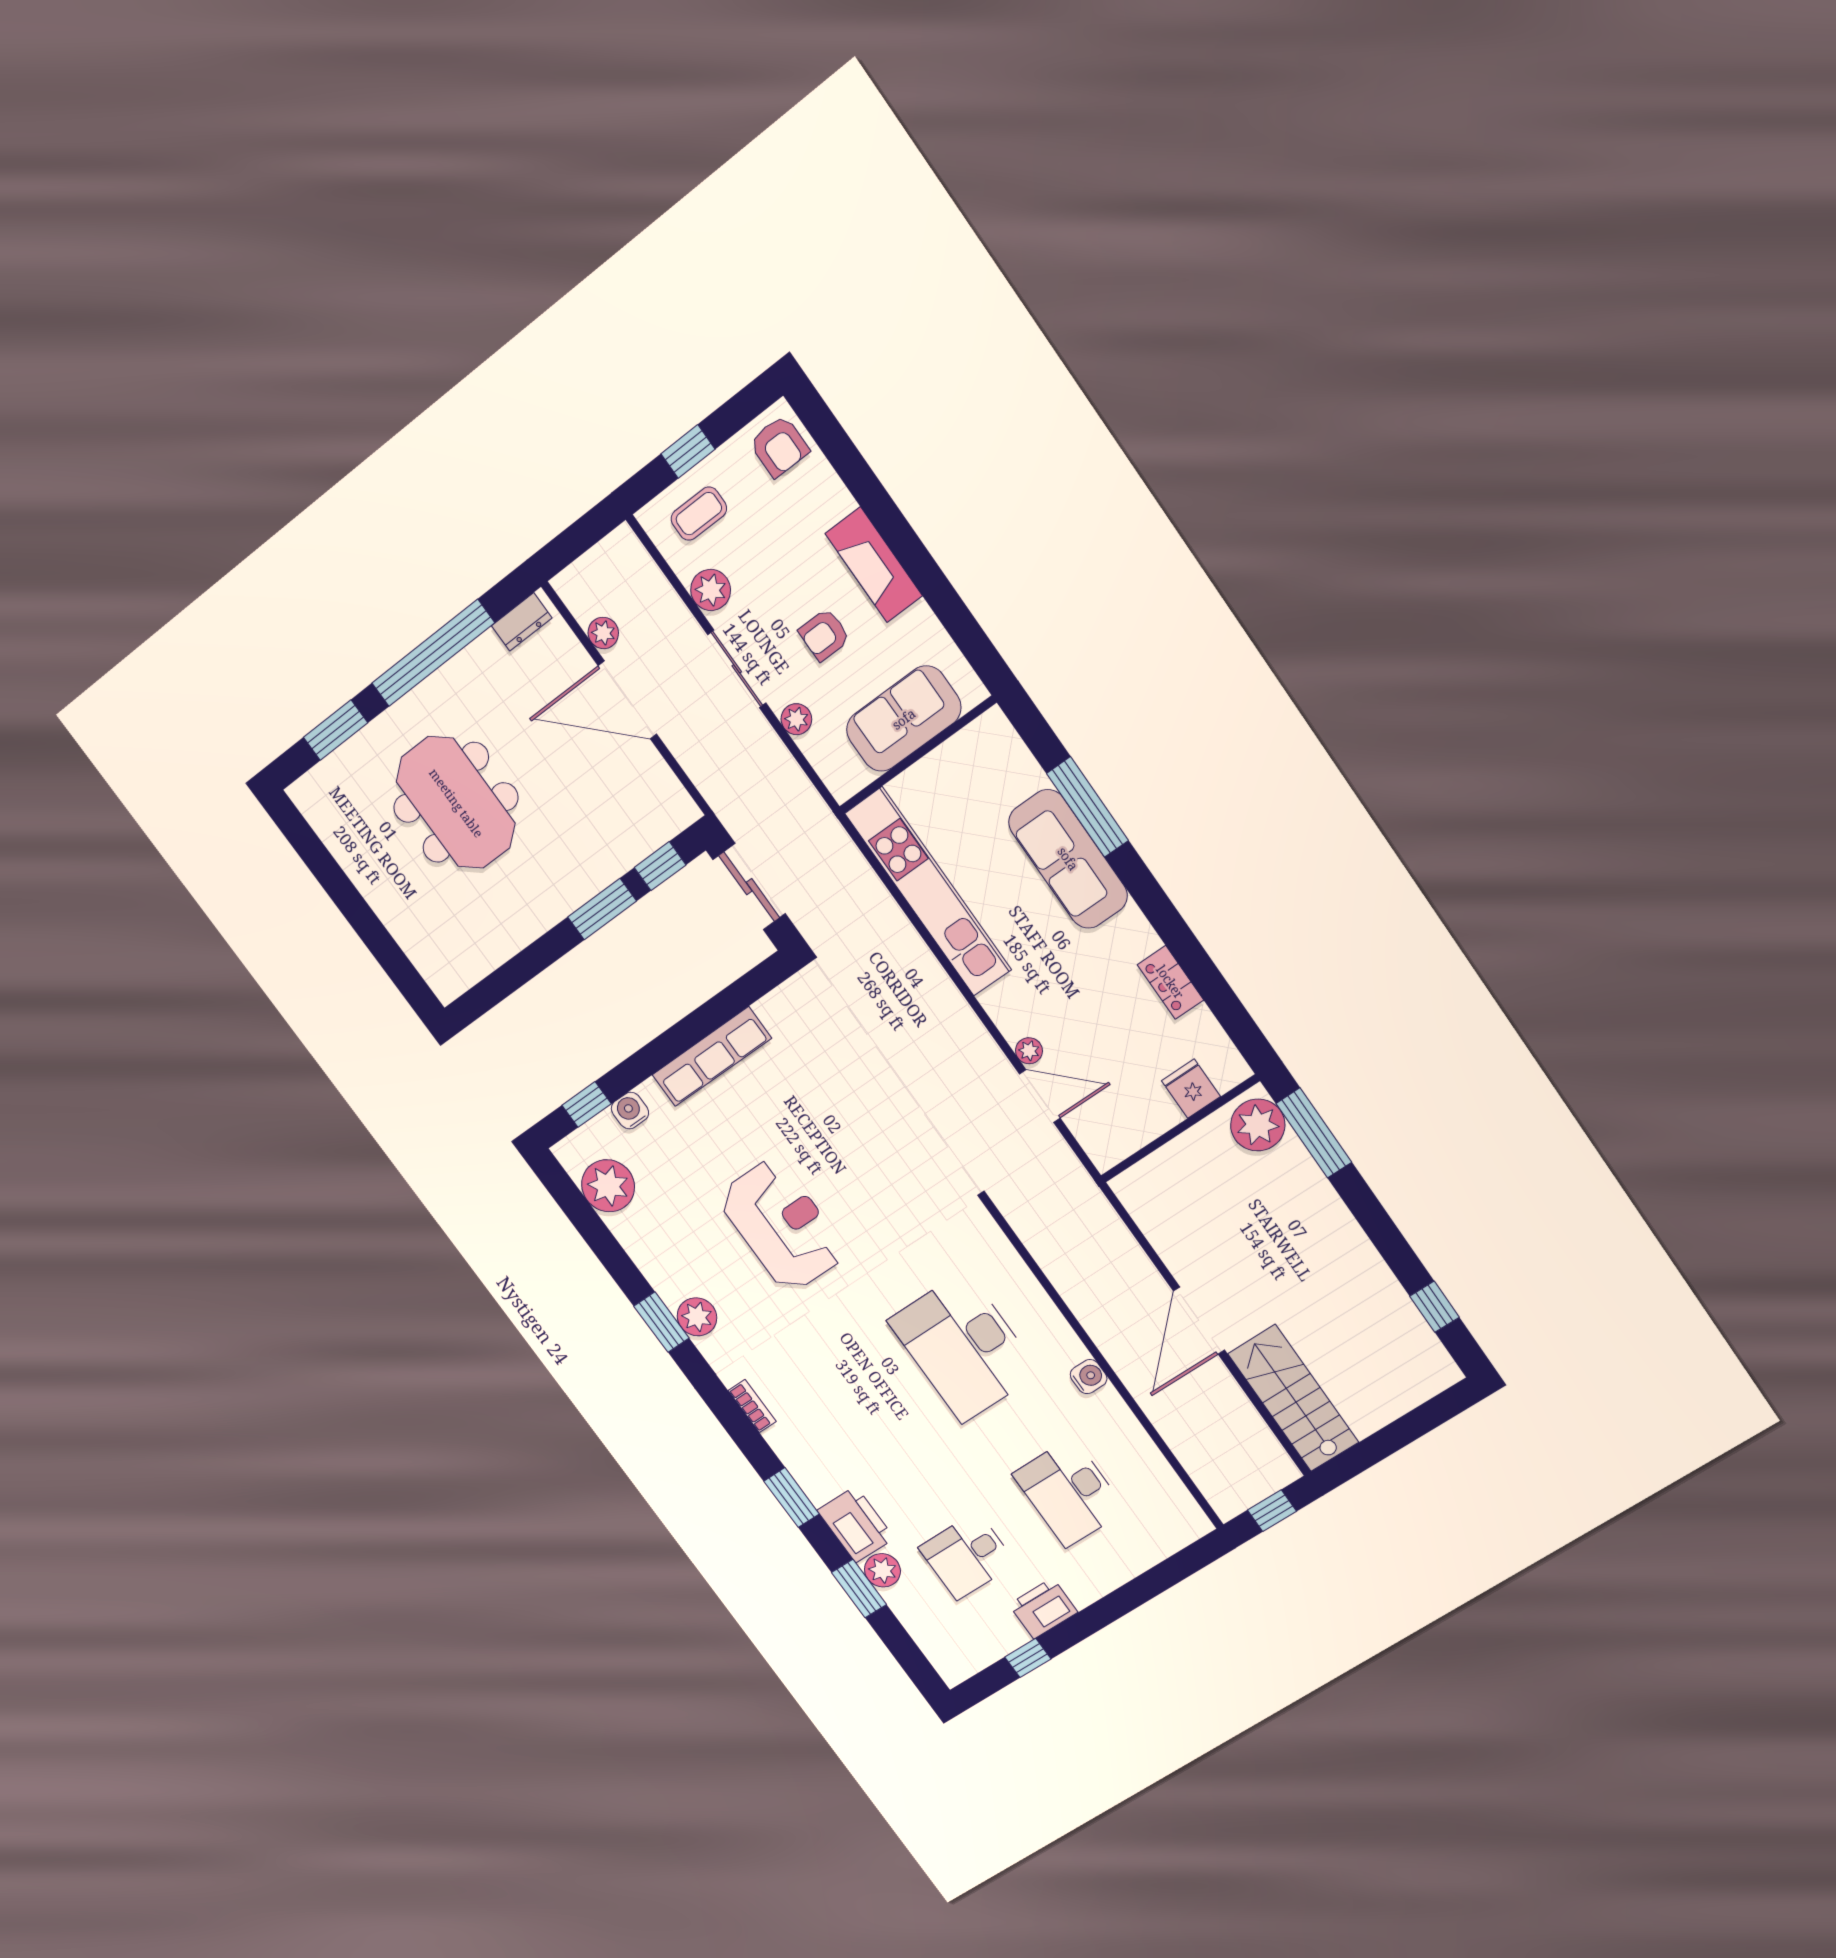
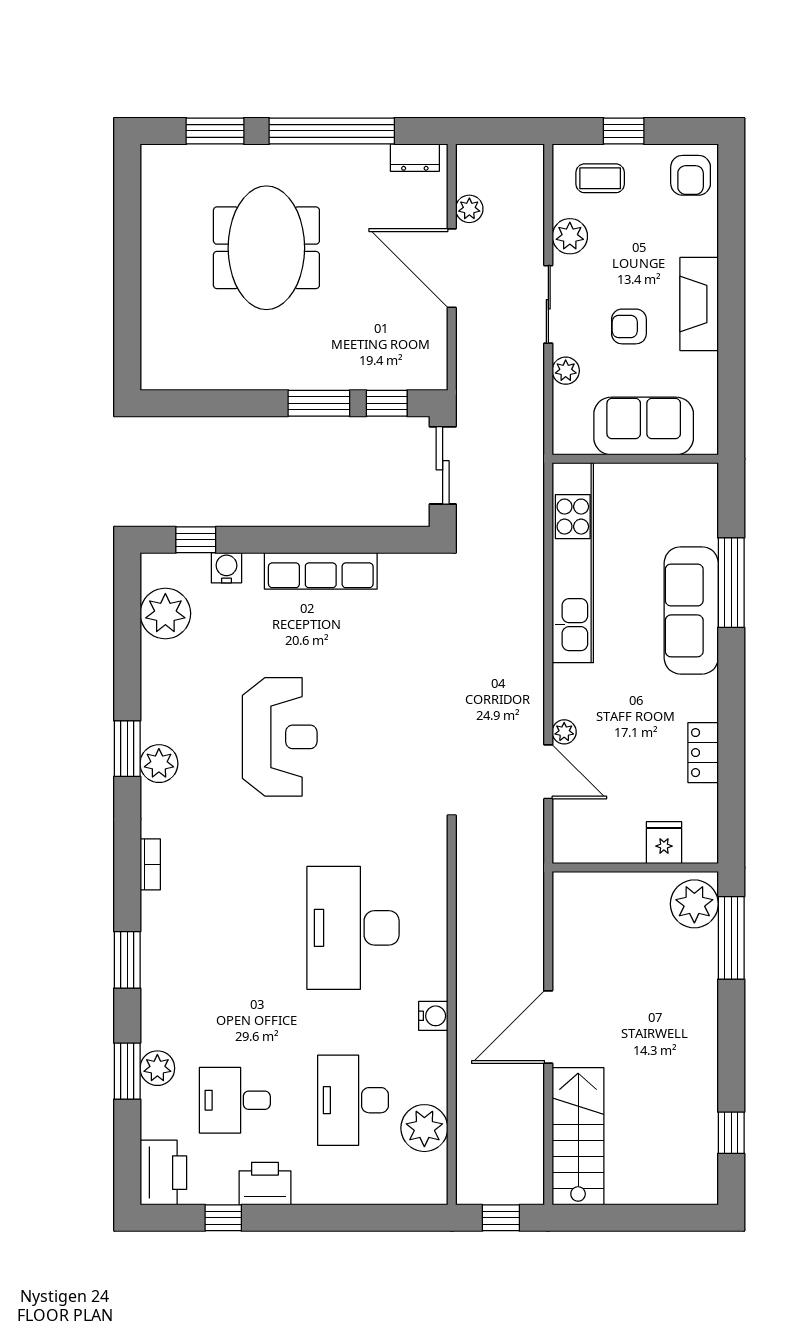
plant: (1149, 1477) -> (424, 1128), added
printer: (856, 1524) -> (163, 1173), moved

